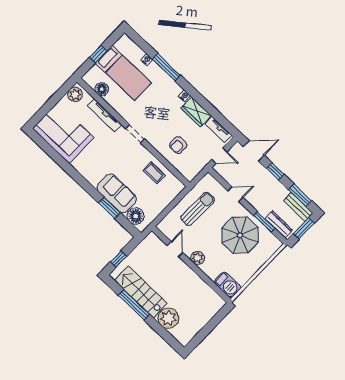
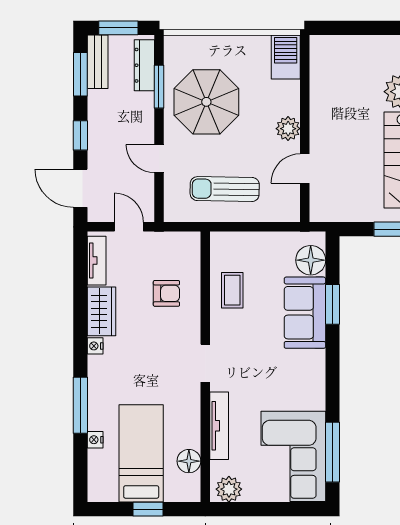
window: (50, 151) -> (333, 452), added

